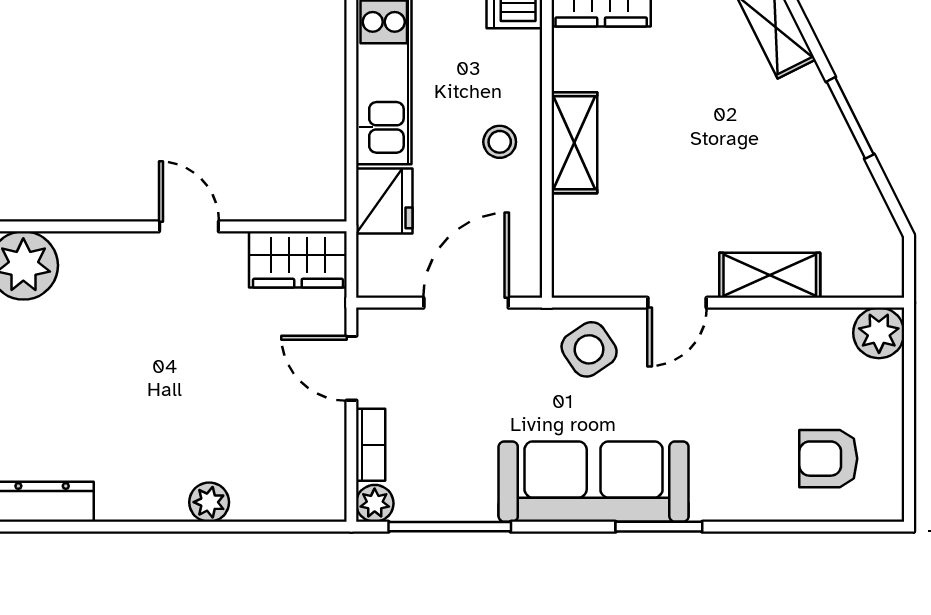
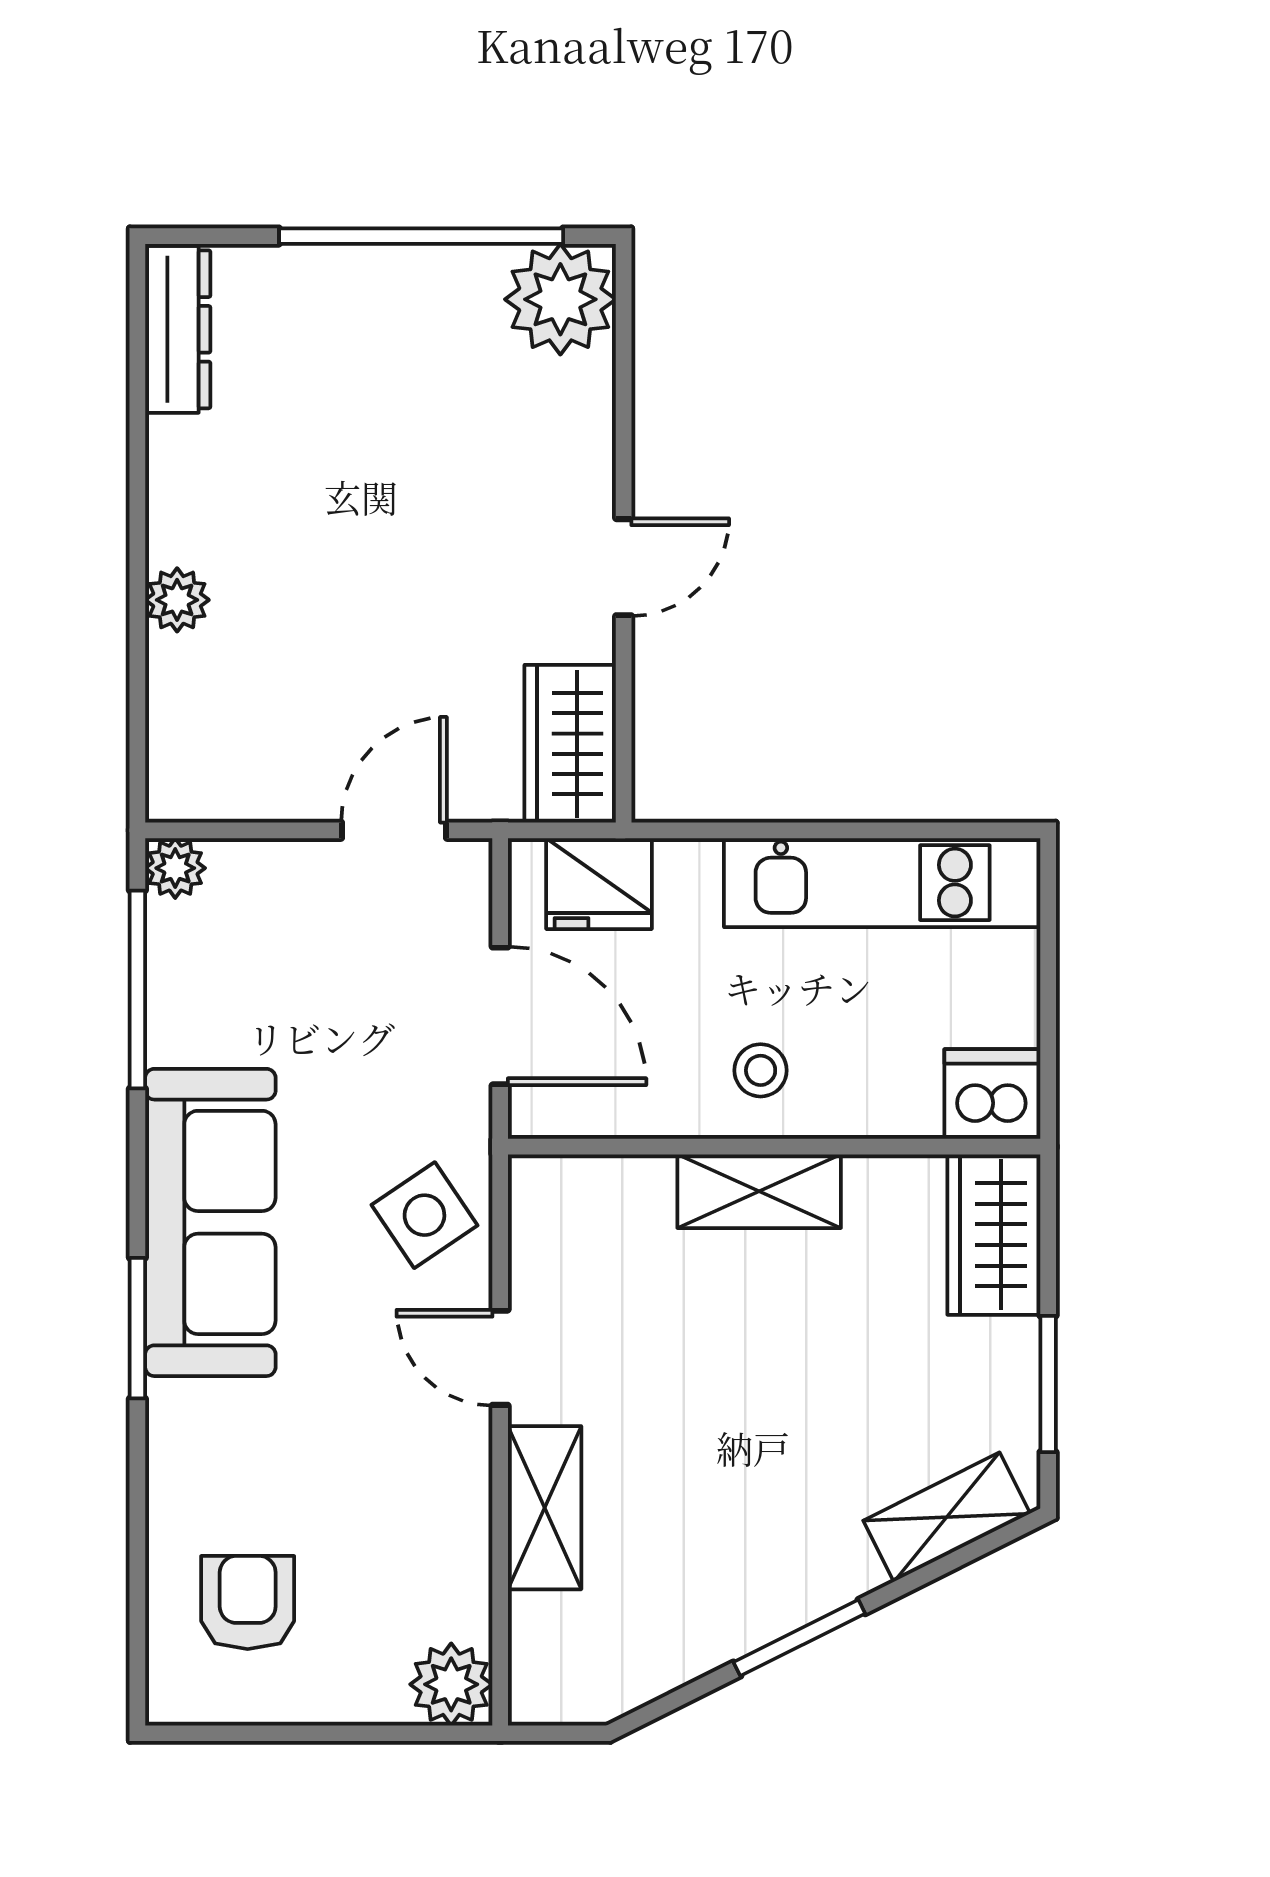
fridge: (384, 201) -> (599, 884), moved
bookcase: (371, 445) -> (270, 861), removed

